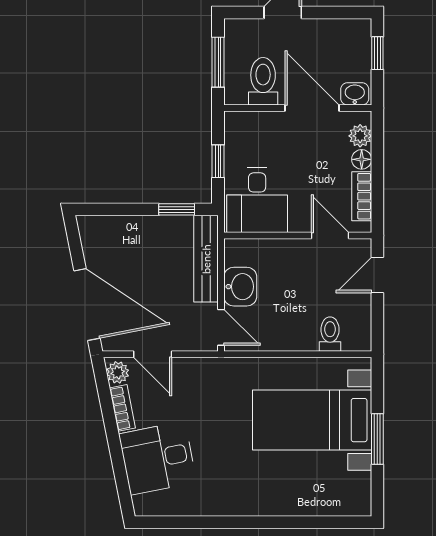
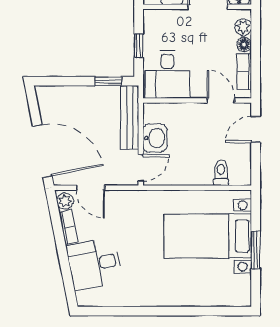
door: (221, 327) -> (141, 168), hinge flipped

